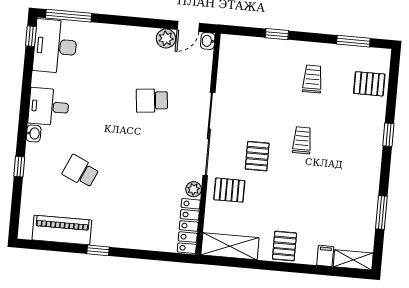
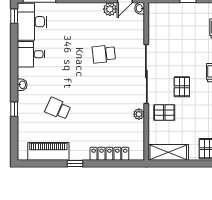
desk: (49, 107) -> (31, 54), moved
locker: (189, 226) -> (109, 154), moved, turned 90

